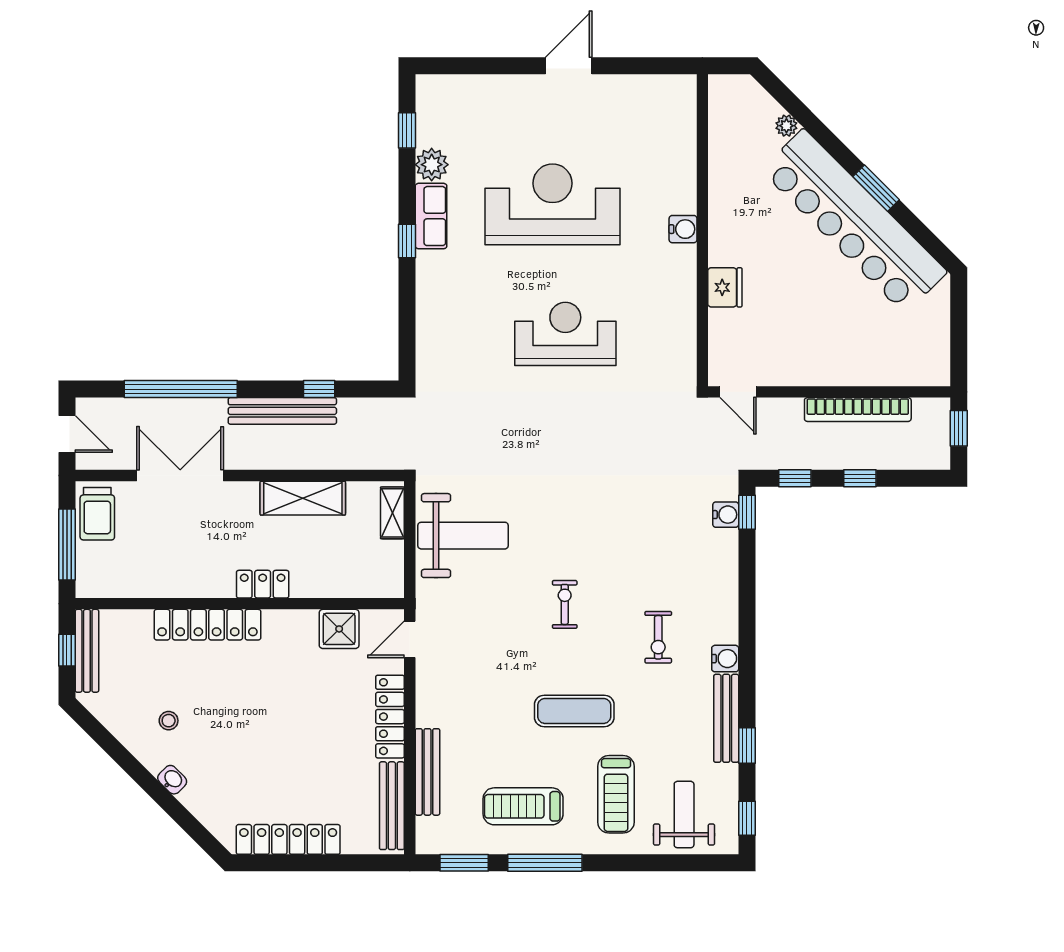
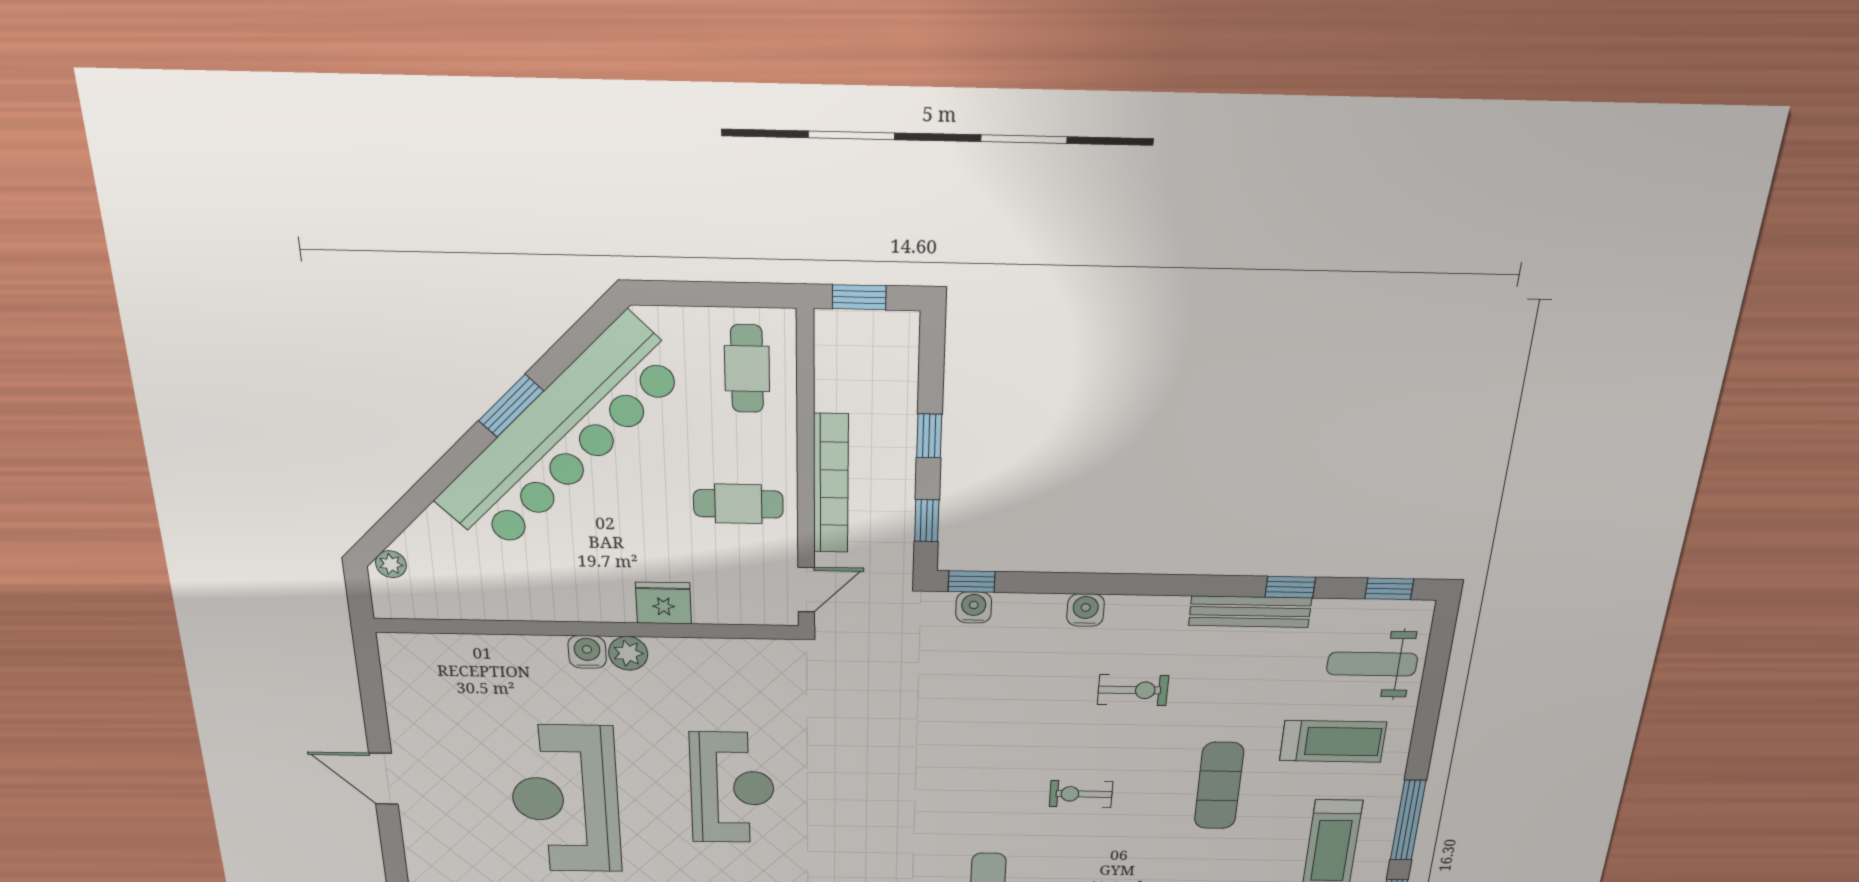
plant: (786, 126) -> (391, 564), moved
plant: (682, 259) -> (628, 653), added
reception desk: (565, 334) -> (732, 788), turned 180
cafe table: (805, 344) -> (738, 504), added
cafe table: (907, 352) -> (747, 369), added
bookcase: (858, 410) -> (831, 484), moved
water cooler: (725, 659) -> (1086, 610), moved

